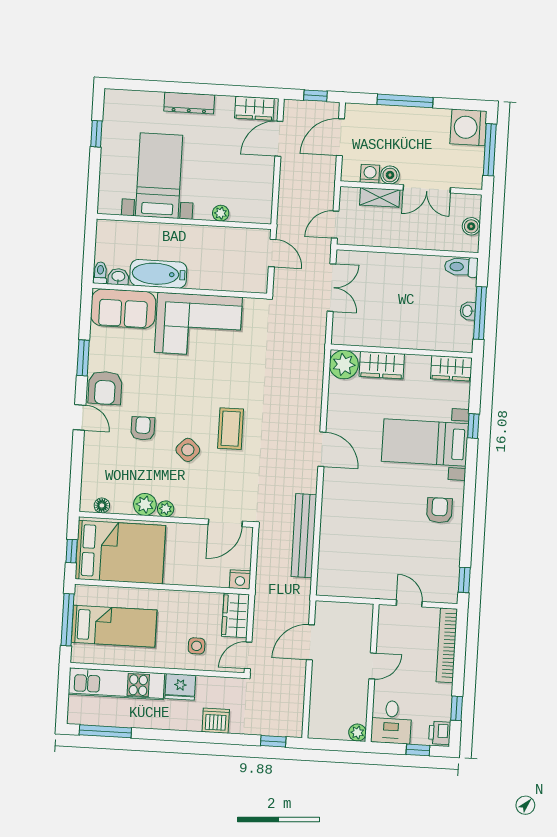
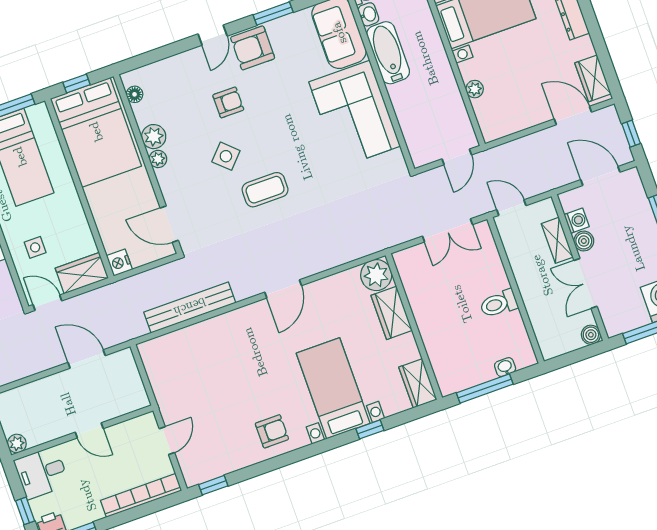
boiler: (471, 226) -> (591, 335), moved
toilet: (461, 267) -> (499, 304), moved, turned -90
washbasin: (468, 311) -> (505, 367), moved

